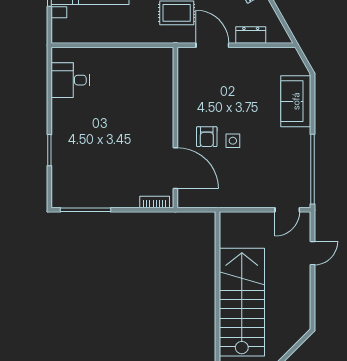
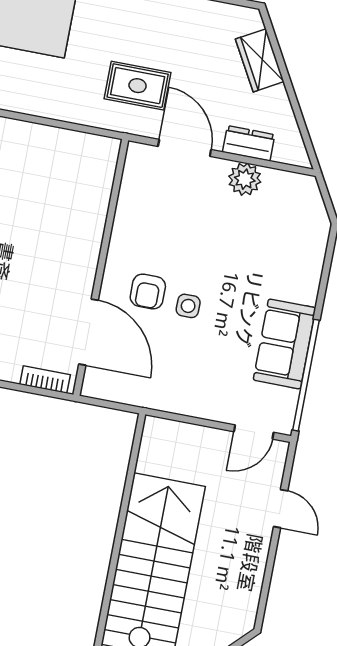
plant: (253, 57) -> (245, 179), added
sofa: (296, 101) -> (285, 344), moved
door: (312, 253) -> (281, 509), hinge flipped

